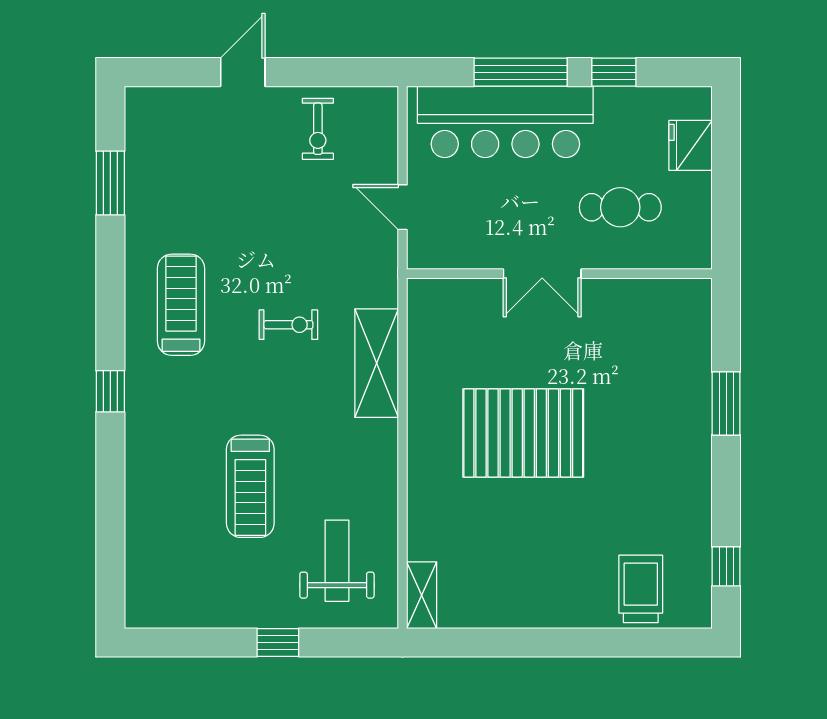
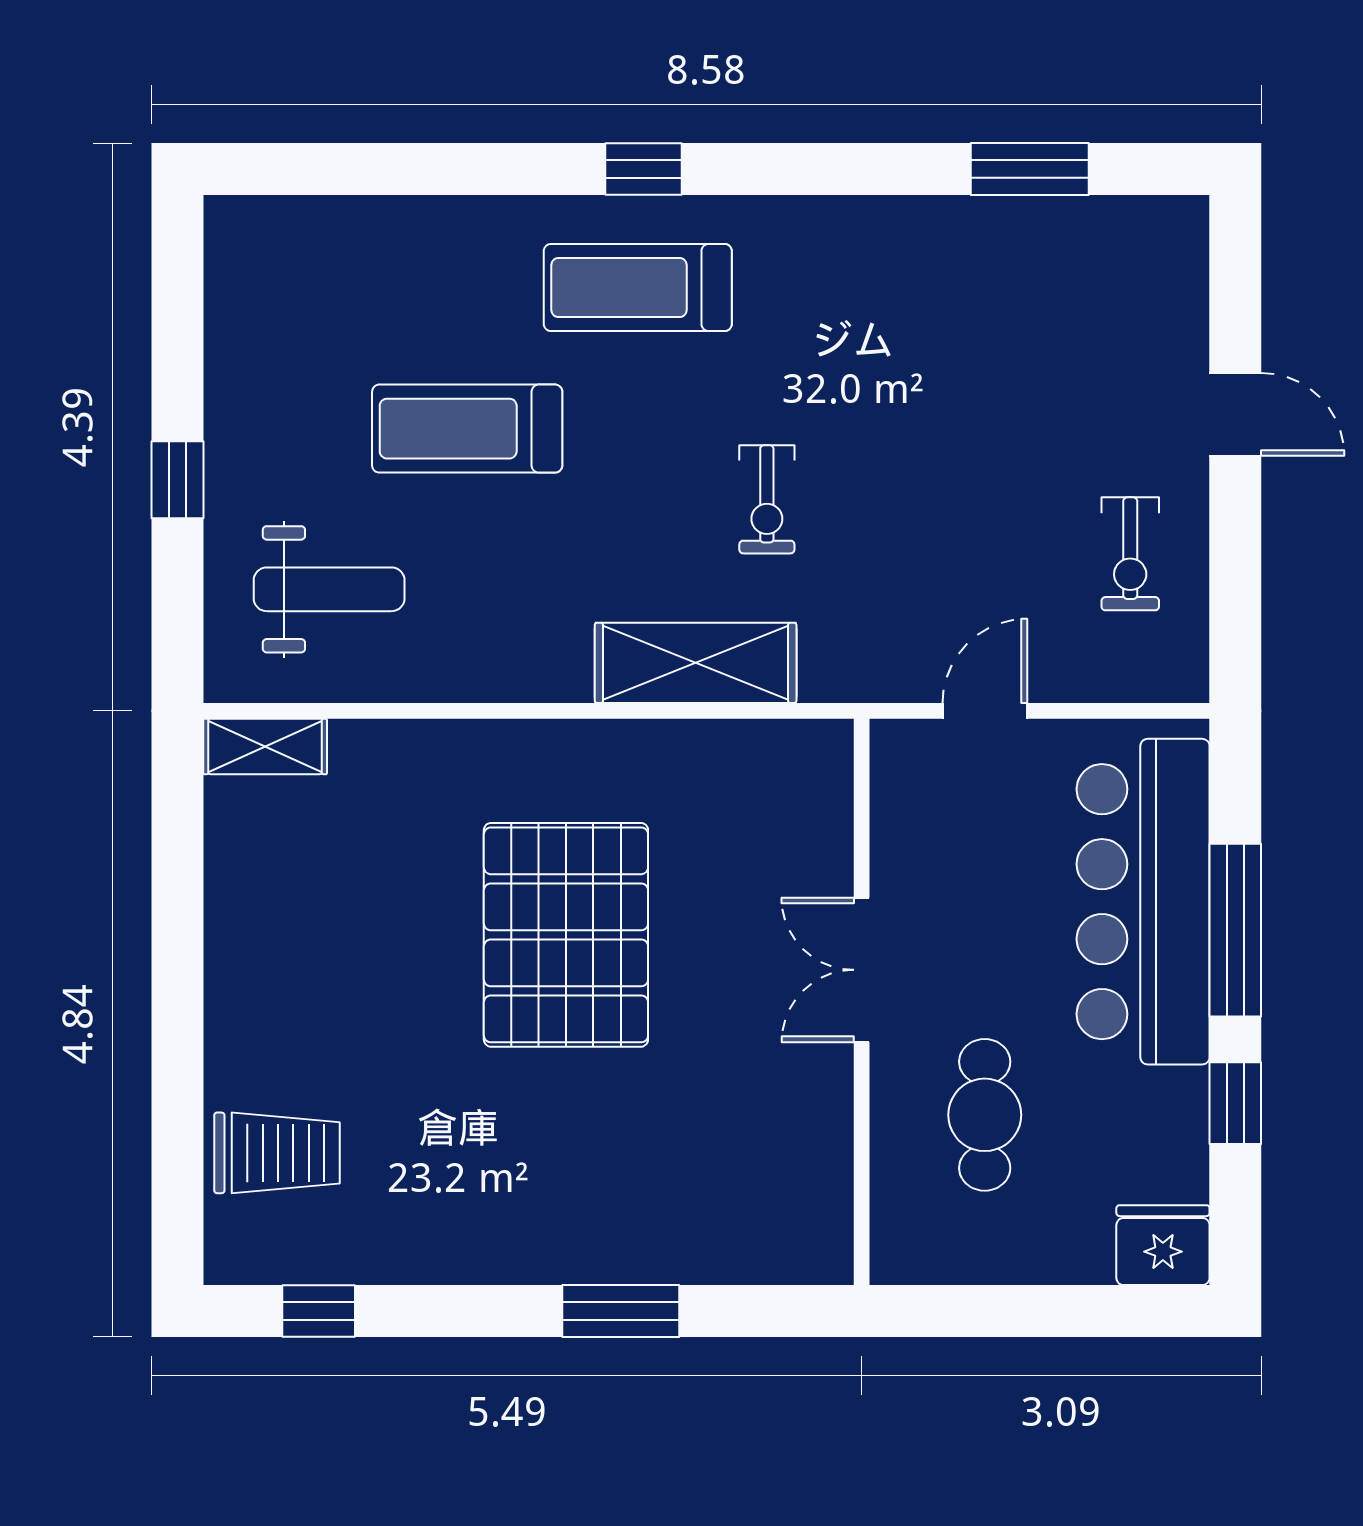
exercise bike: (318, 129) -> (1130, 554), turned -90
fridge: (690, 145) -> (1163, 1245), moved
treadmill: (181, 305) -> (638, 288), moved, turned 180

